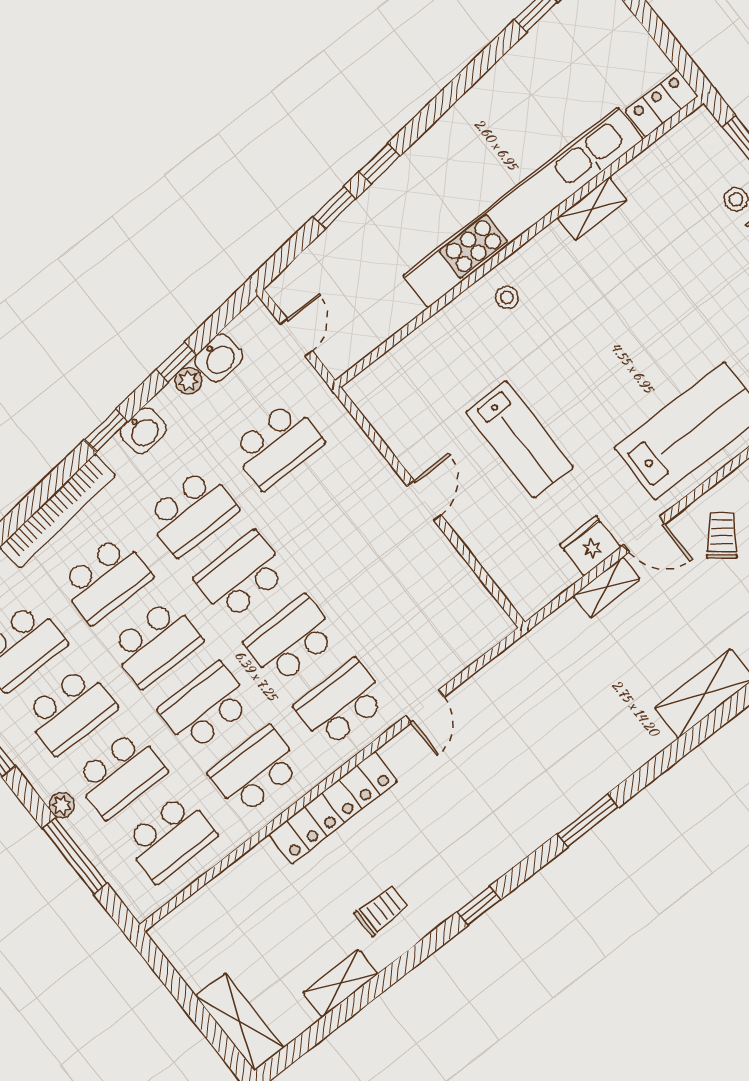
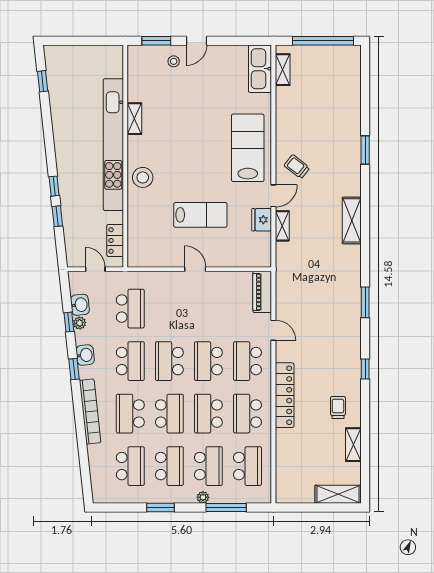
locker: (662, 103) -> (115, 240), moved
stool: (507, 297) -> (143, 177), width x1.89, depth x1.89
school desk: (106, 579) -> (130, 414), turned 180
piano: (473, 639) -> (262, 292), added

